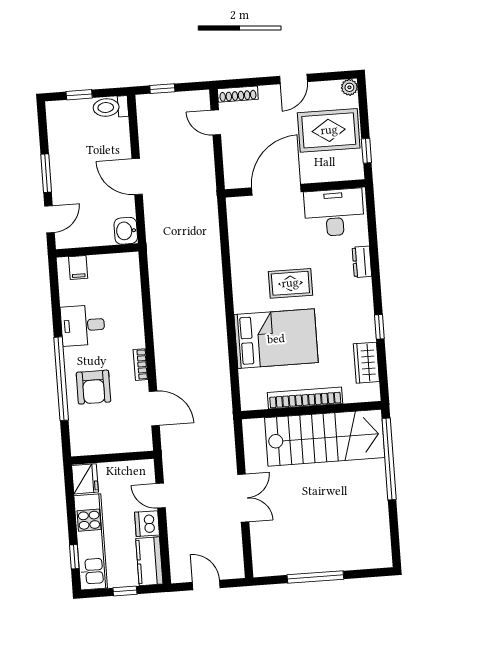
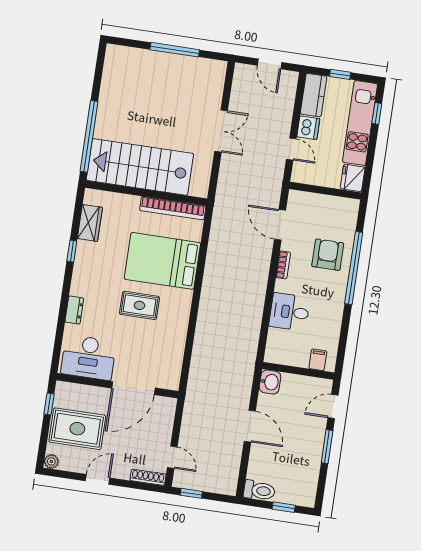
window: (162, 89) -> (191, 493), moved
desk: (83, 325) -> (289, 312), moved, turned 180
bookcase: (305, 398) -> (173, 208), moved
double door: (243, 498) -> (221, 131), swing flipped

